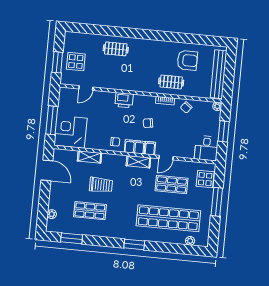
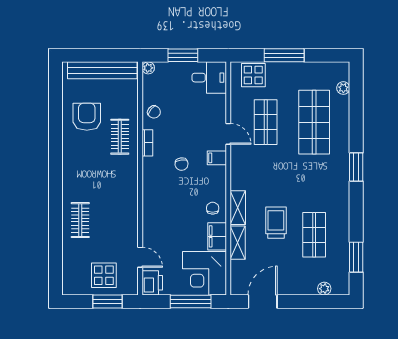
printer: (124, 100) -> (152, 283), moved
filing cabinet: (135, 147) -> (217, 236), moved
shelving: (138, 162) -> (238, 208), moved
shop shelf: (168, 218) -> (314, 122), width x0.71

